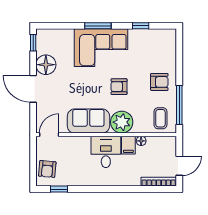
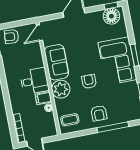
floor lamp: (46, 65) -> (111, 16), moved
window: (179, 105) -> (113, 127), moved
door: (49, 135) -> (39, 33), swing flipped

